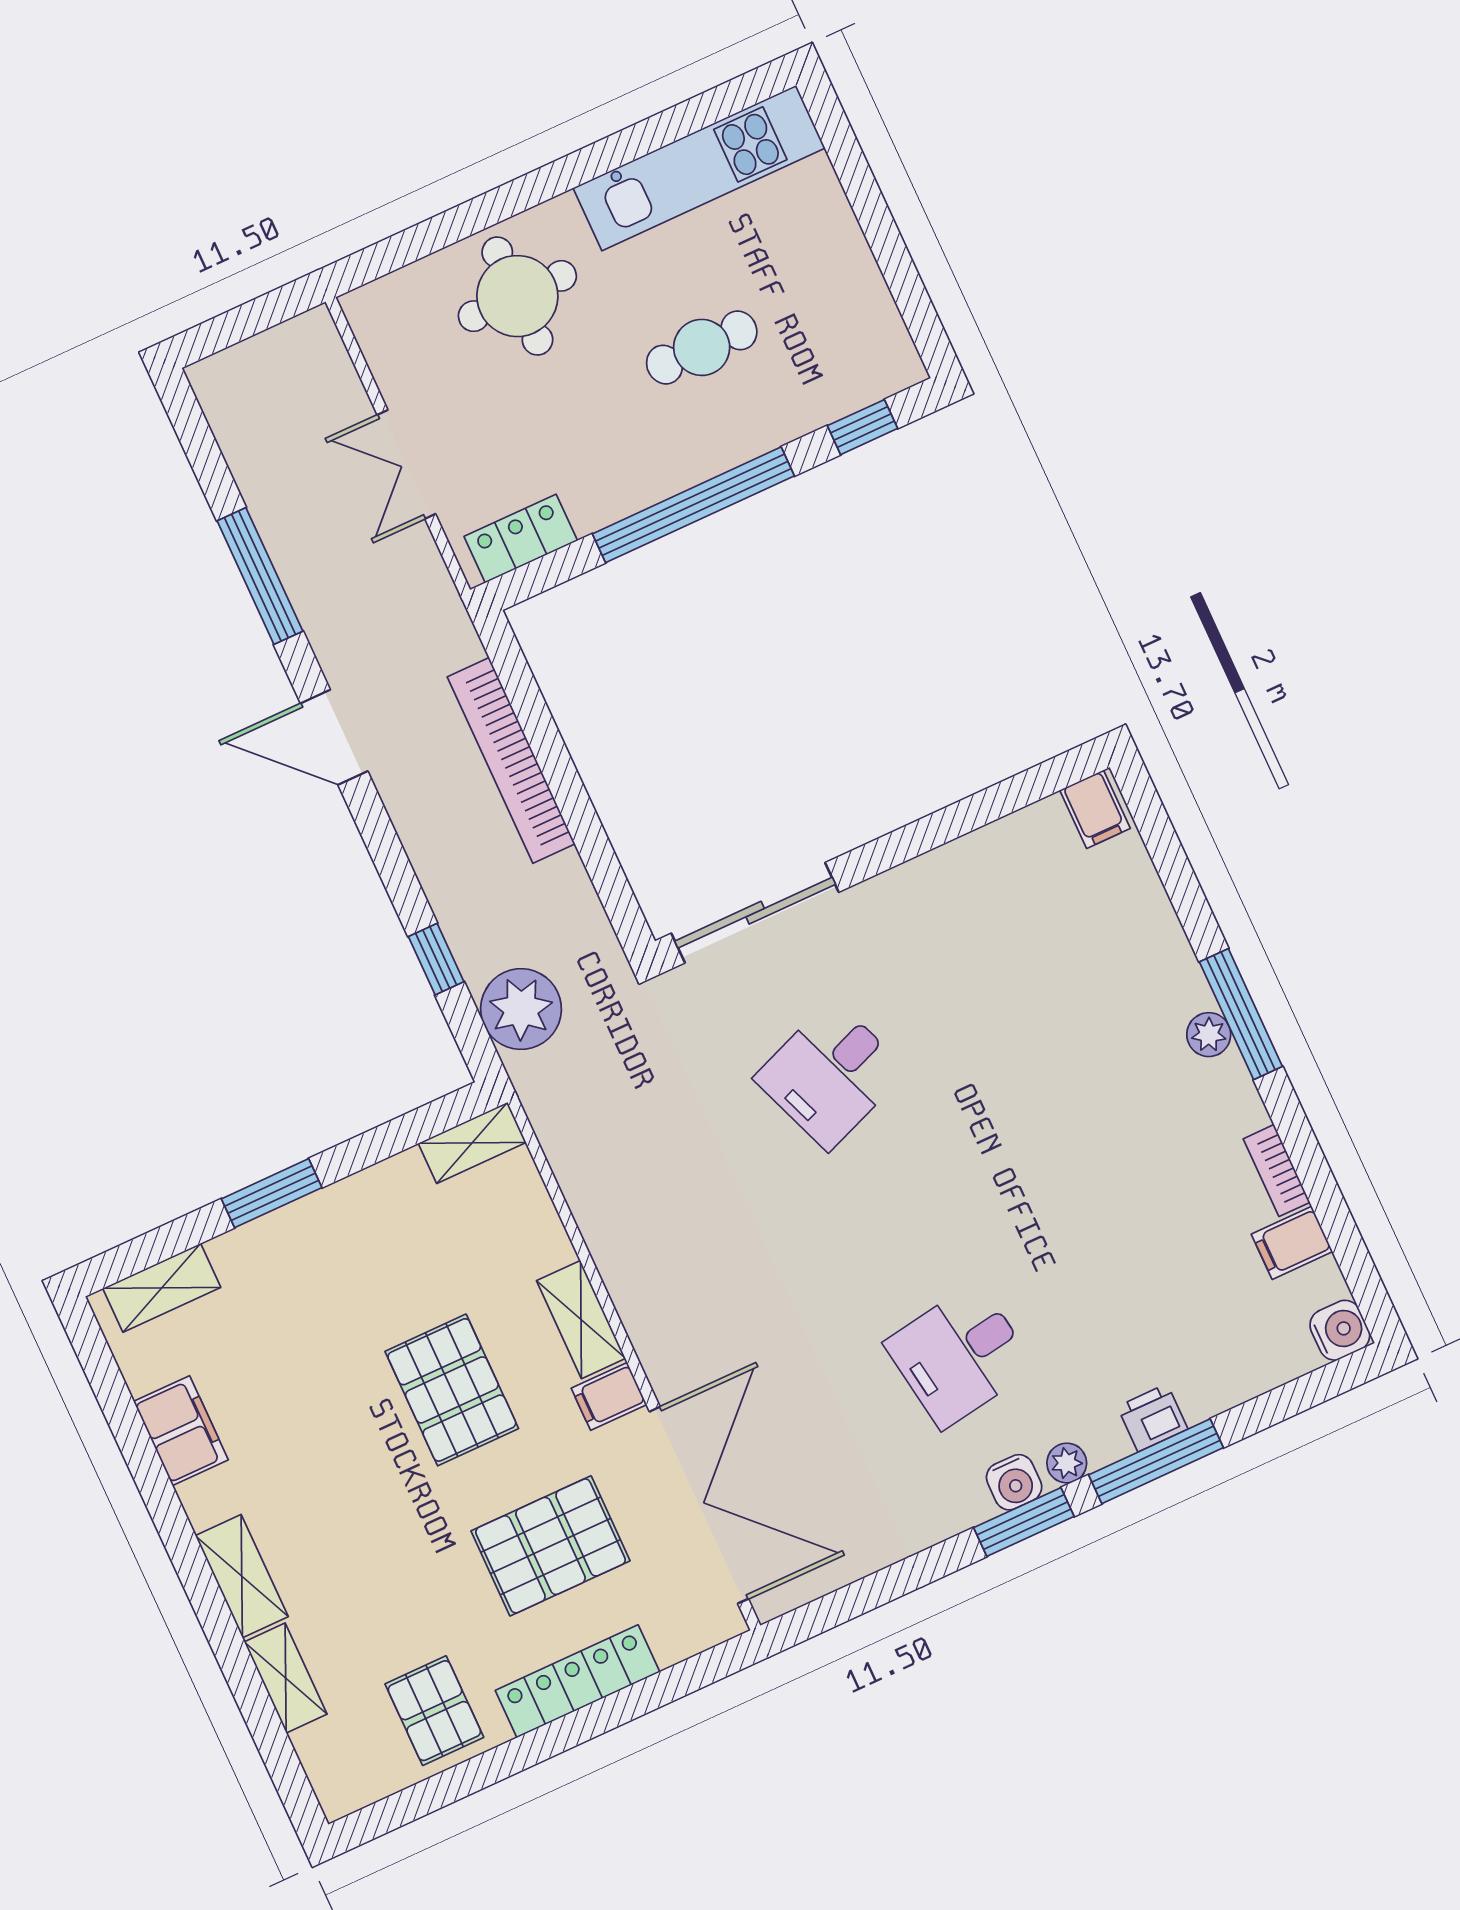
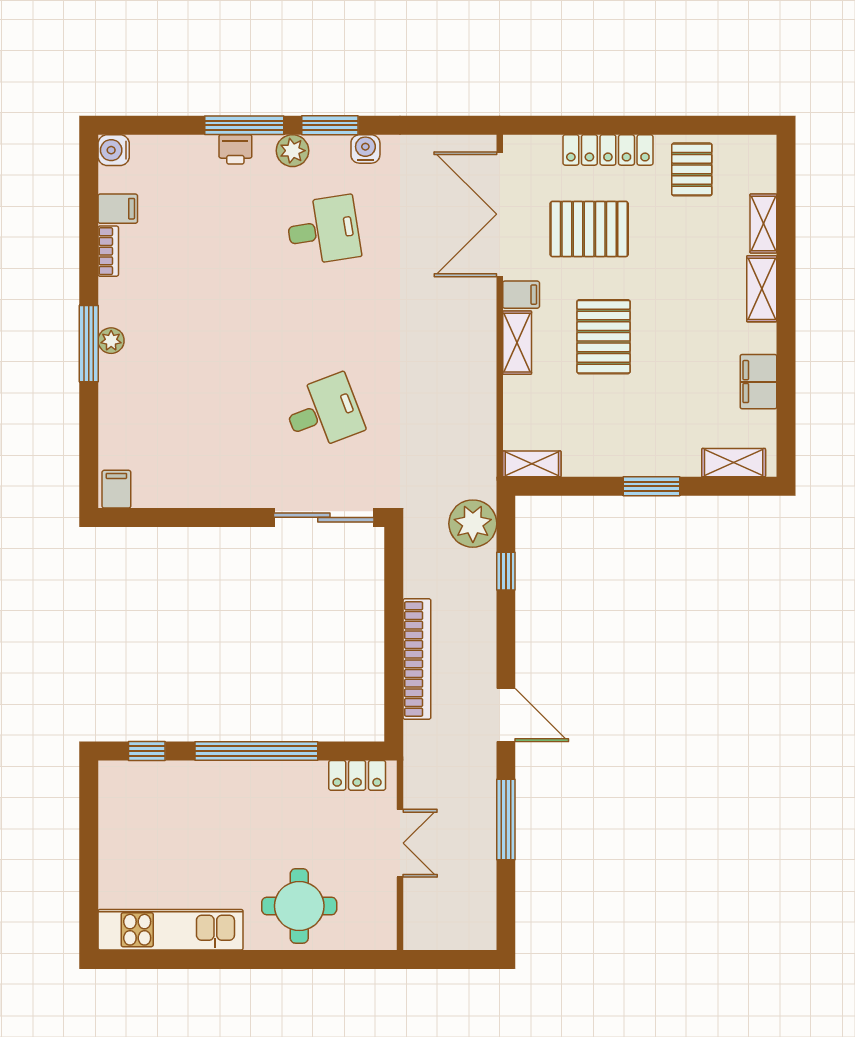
cafe table: (702, 347) -> (213, 833), removed
plant: (1067, 1463) -> (292, 151), width x1.38, depth x1.38
water cooler: (1014, 1482) -> (365, 149), moved

